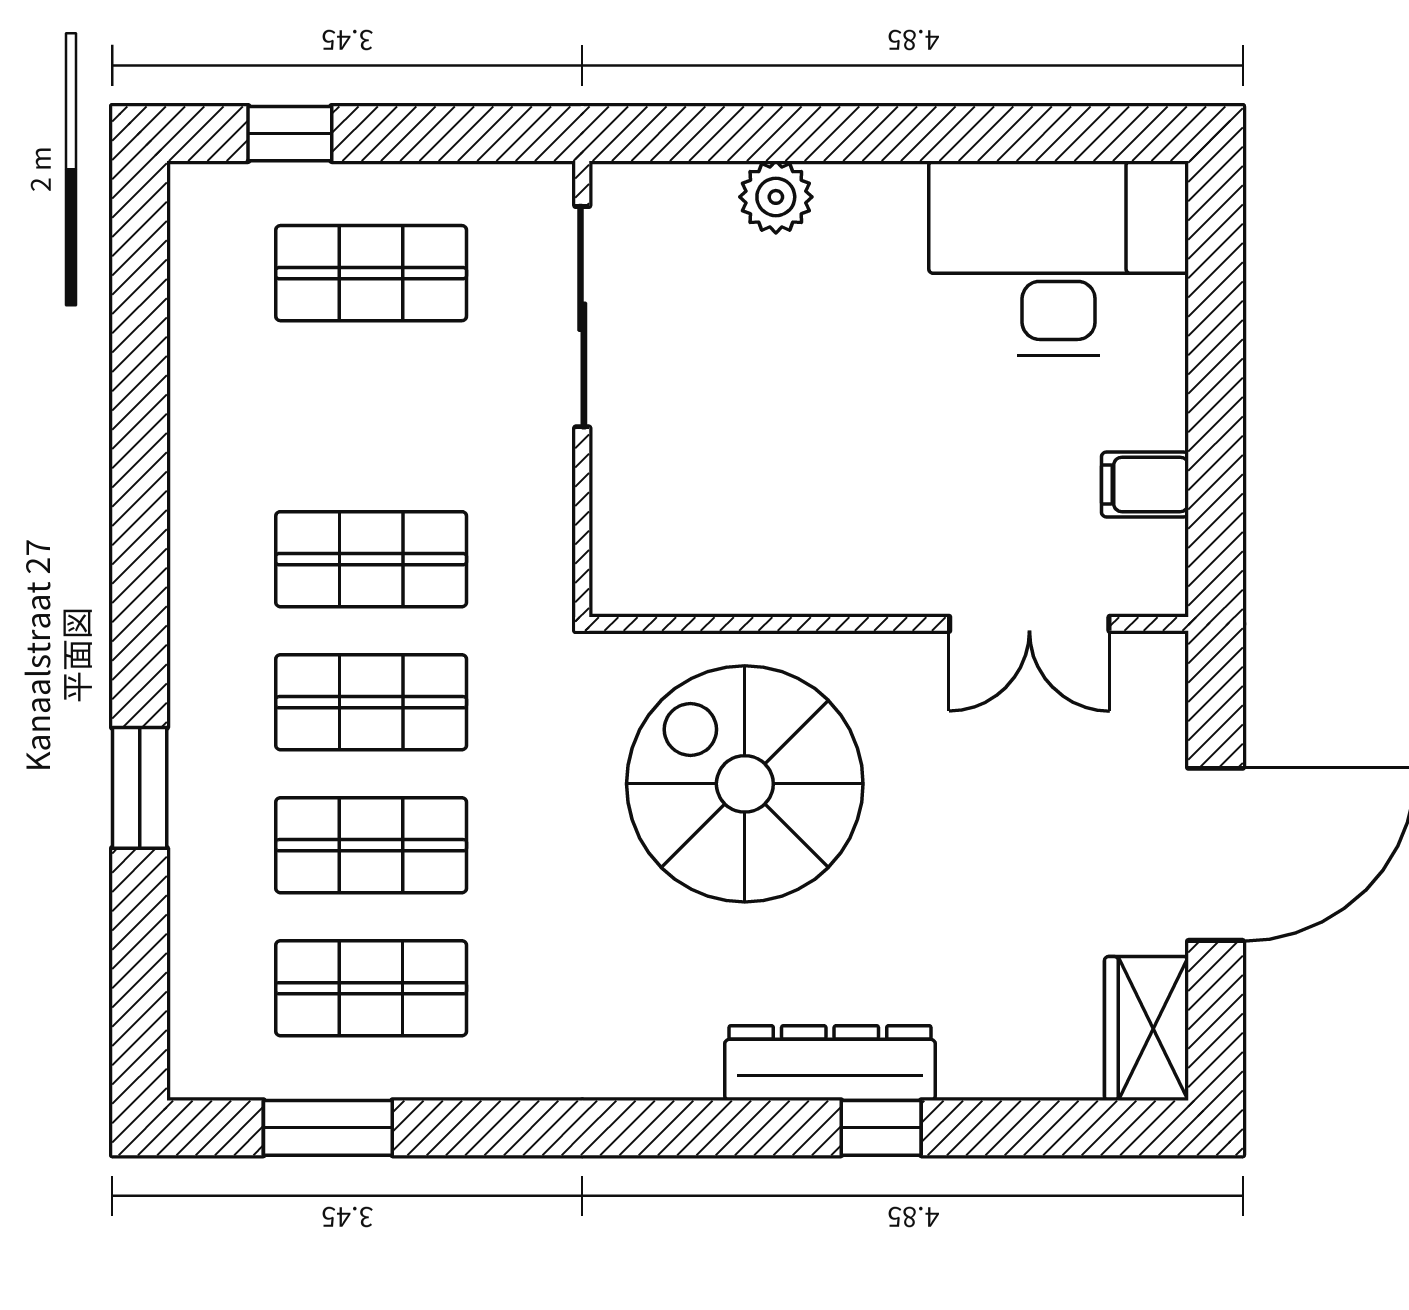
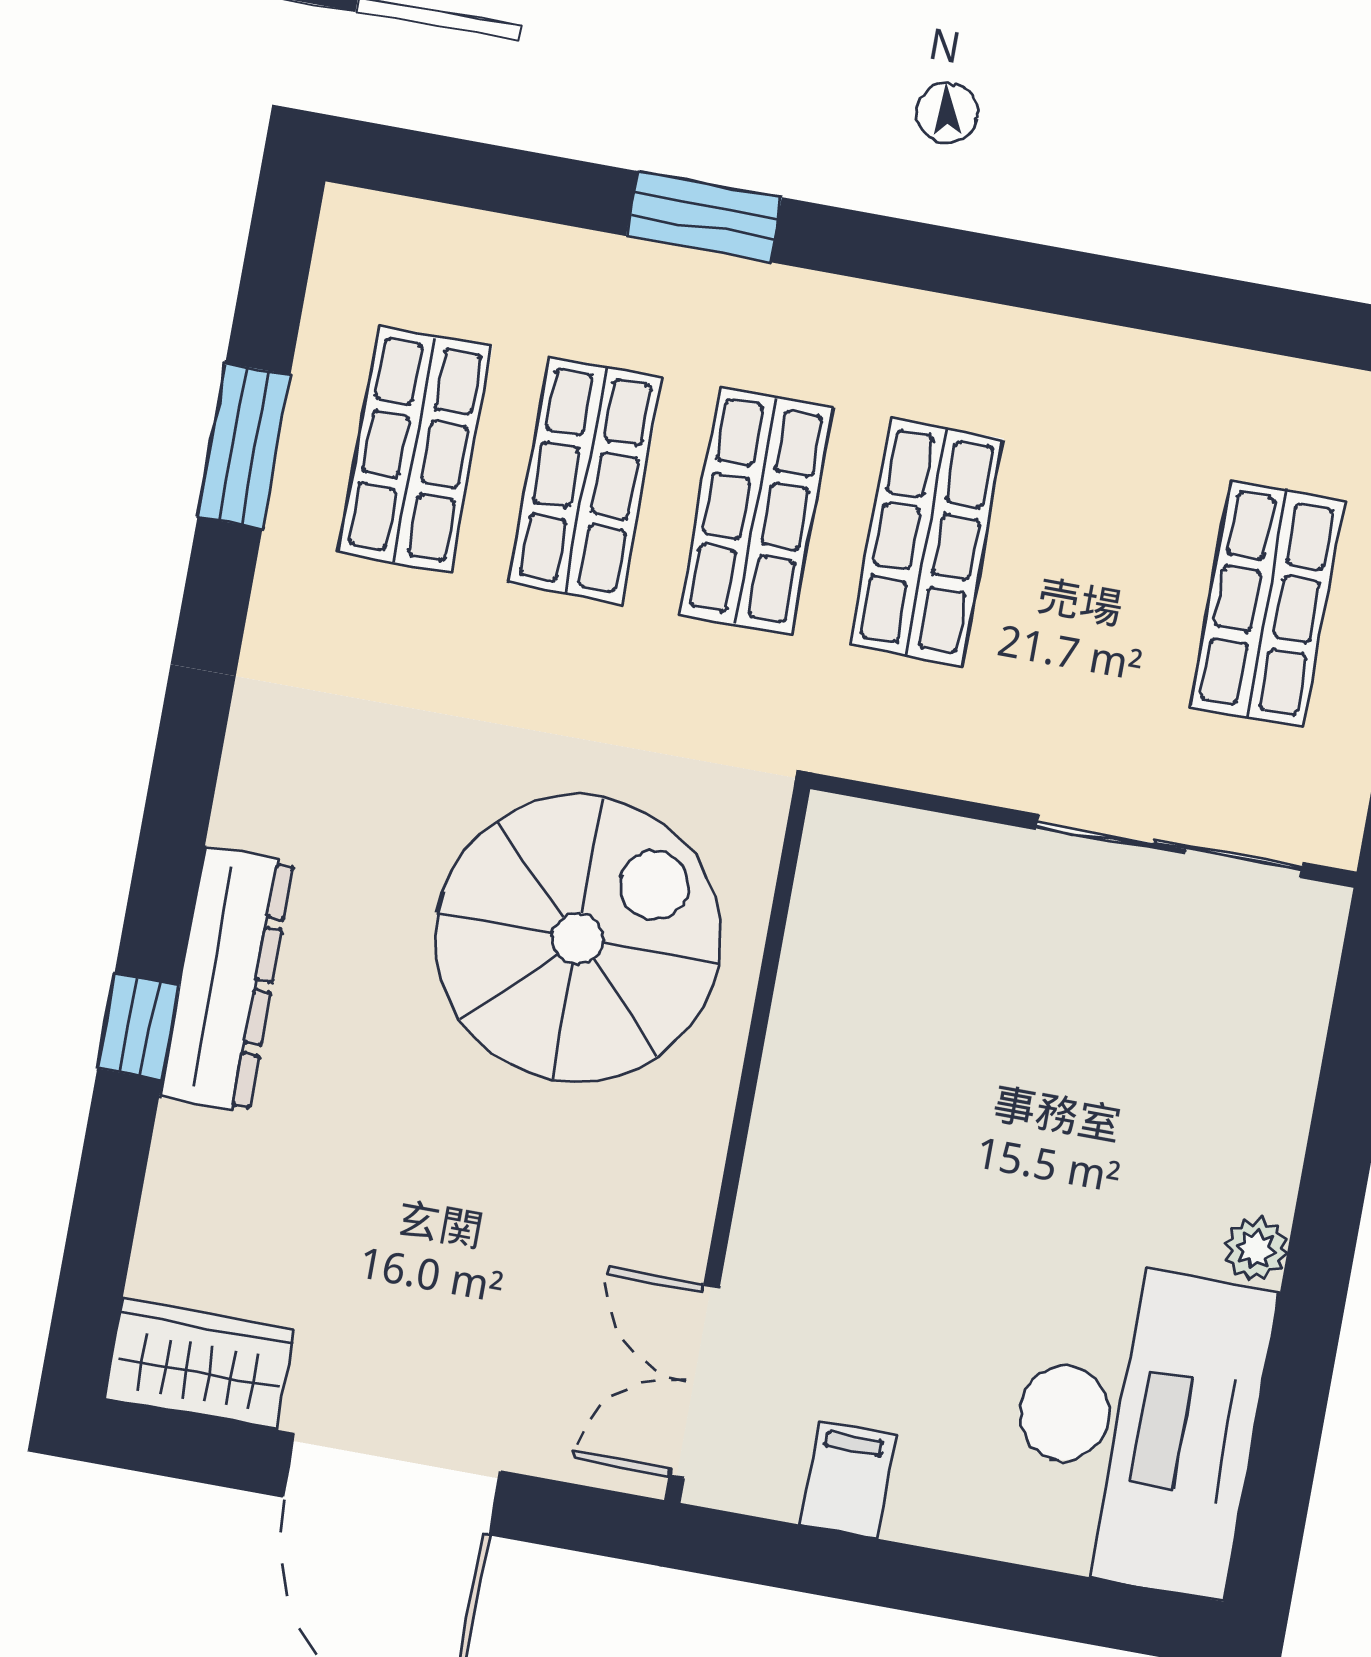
plant: (776, 197) -> (1256, 1249), moved, width x0.73, depth x0.73
double door: (1029, 624) -> (694, 1382), moved
window: (328, 1128) -> (244, 446), moved

